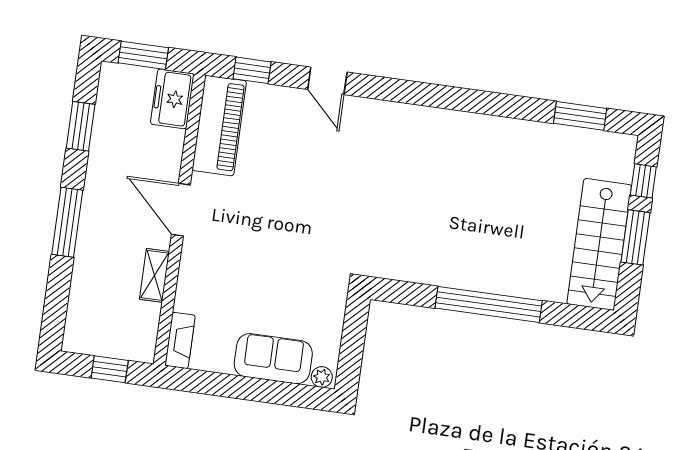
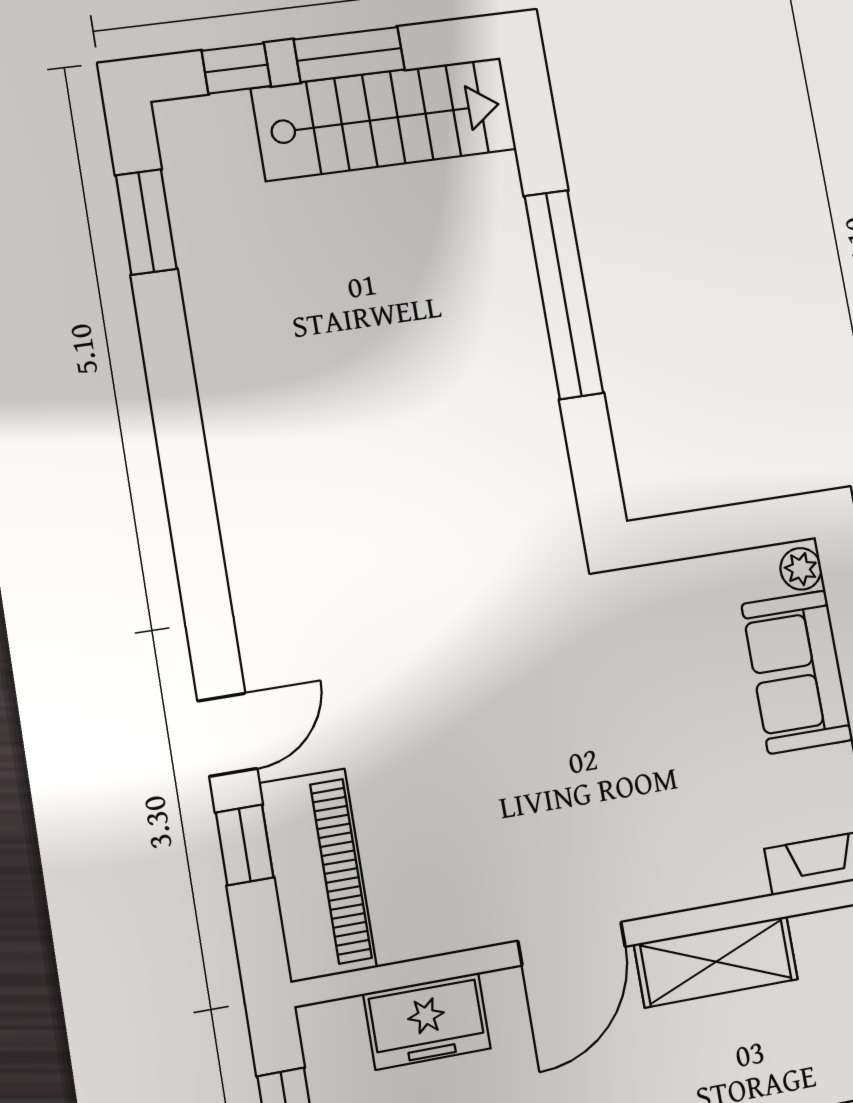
window: (252, 70) -> (245, 845), moved
freezer: (172, 99) -> (427, 1021), moved
piano: (219, 126) -> (318, 875), moved, turned 90
shelving: (154, 275) -> (716, 962), width x1.50, depth x1.33

